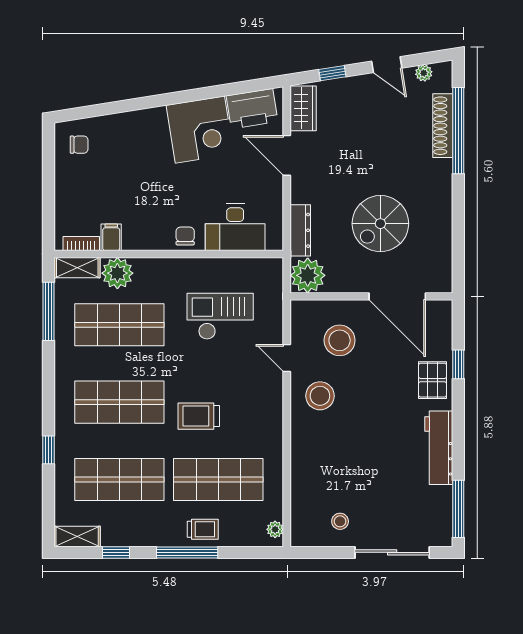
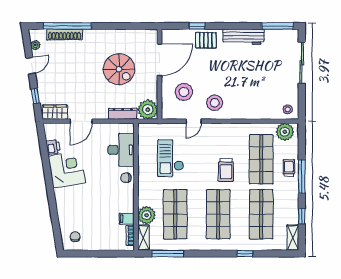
printer: (252, 109) -> (53, 147), width x0.53, depth x0.68
stool: (340, 521) -> (288, 109), moved
plant: (275, 529) -> (285, 132), width x1.87, depth x1.87

